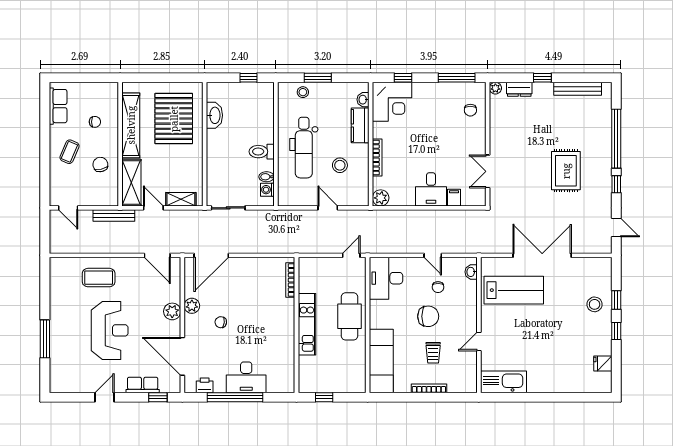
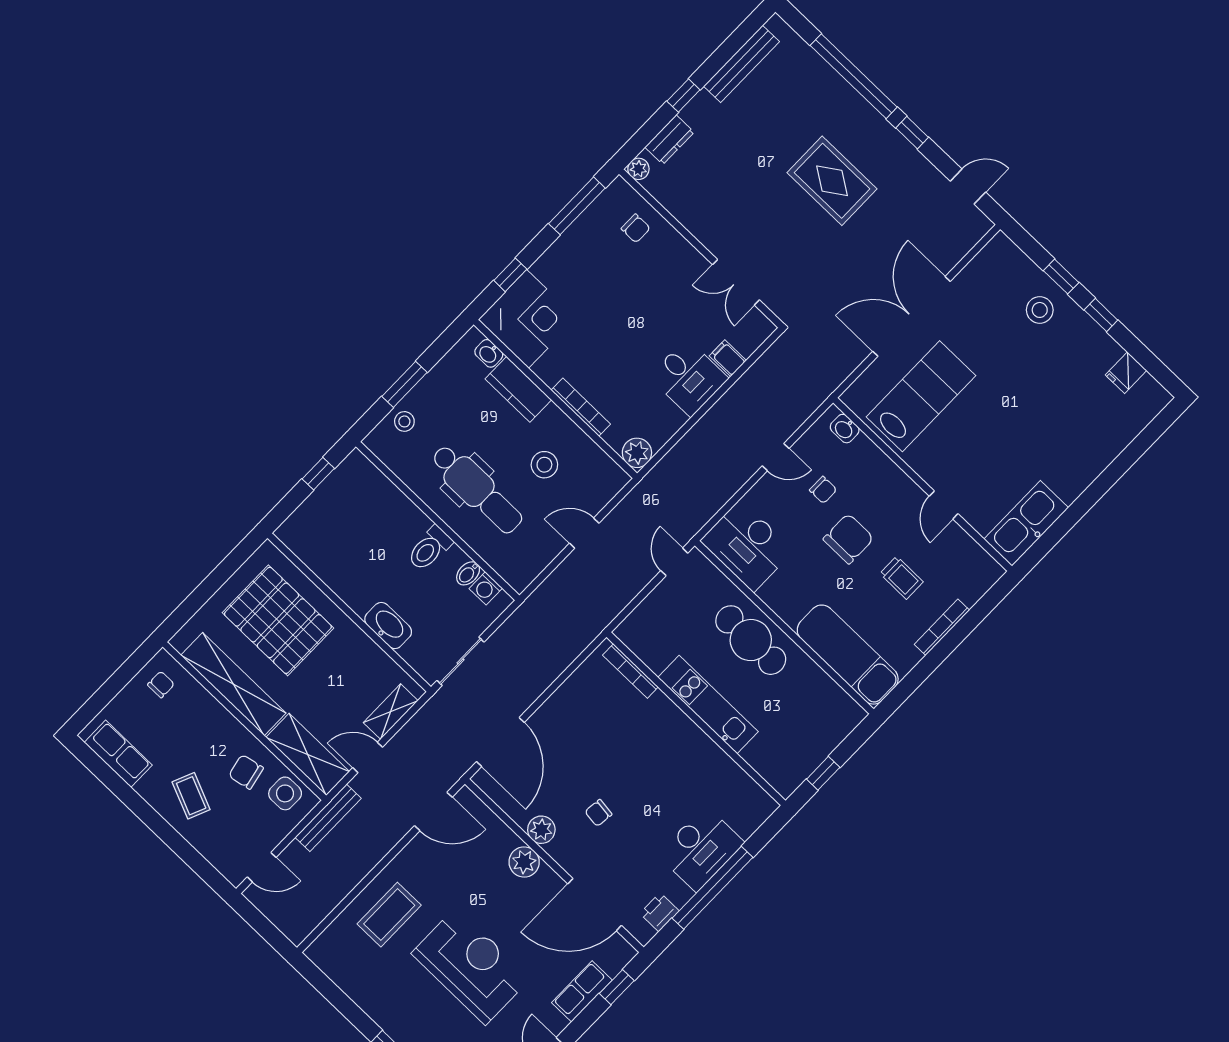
washbasin: (214, 115) -> (388, 626), moved
chair: (95, 122) -> (161, 684), moved
side table: (107, 189) -> (285, 793), added

